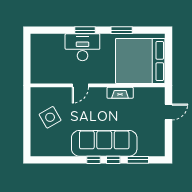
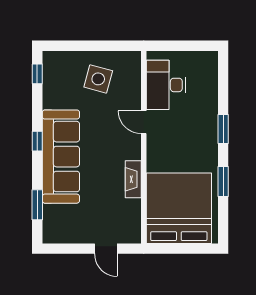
desk: (82, 47) -> (166, 85), moved, turned 180
side table: (50, 117) -> (98, 79), turned 45
window: (113, 160) -> (37, 74), moved

